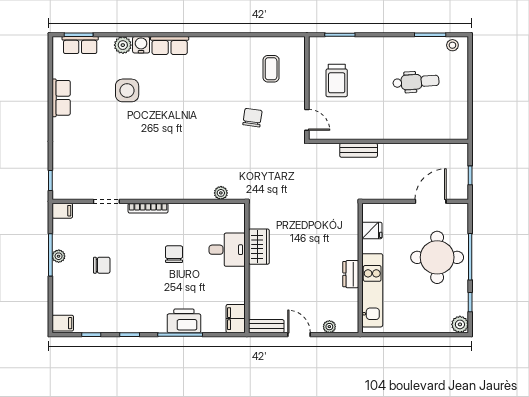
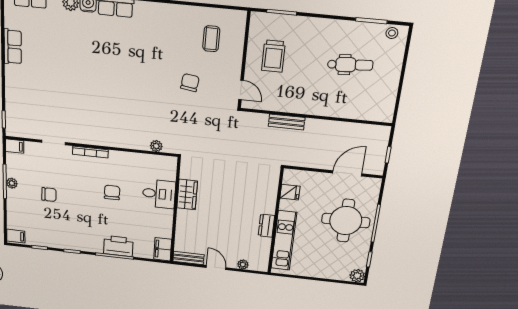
side table: (127, 90) -> (74, 46), removed

